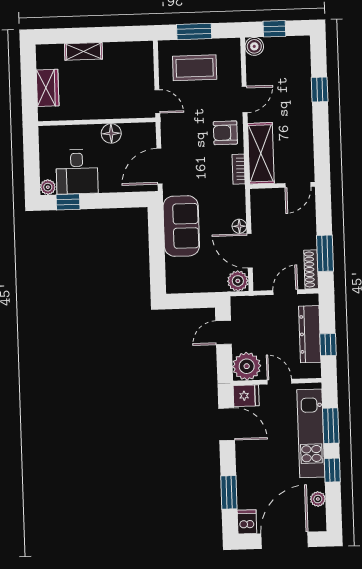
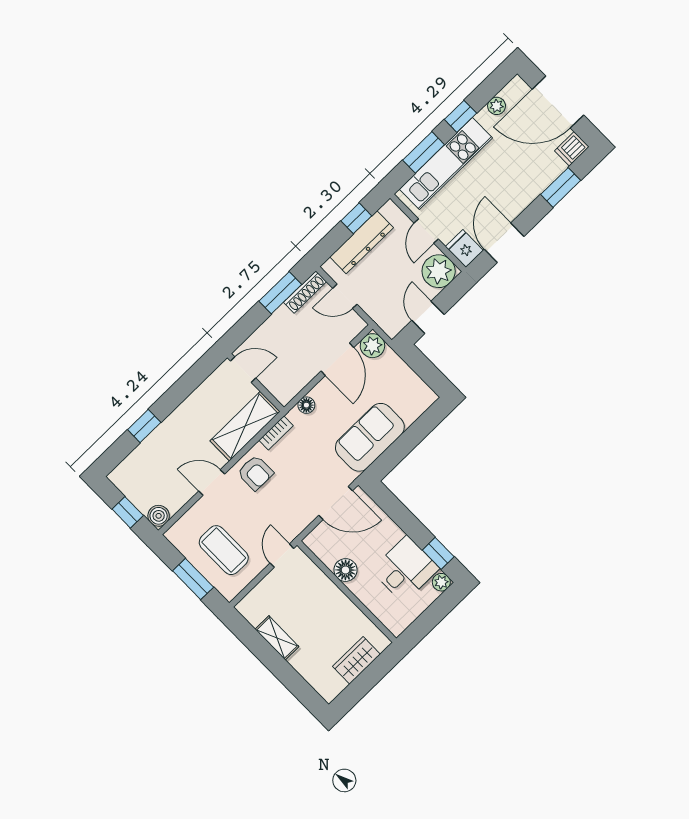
shelving: (84, 51) -> (277, 638), moved
floor lamp: (239, 226) -> (306, 405), moved
door: (224, 333) -> (428, 317), swing flipped

